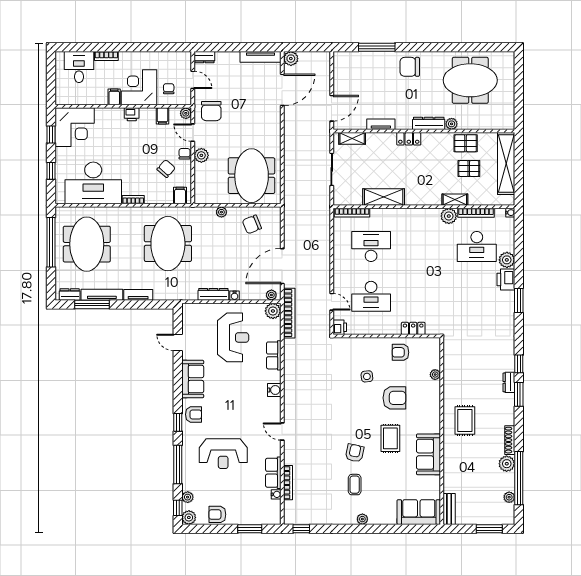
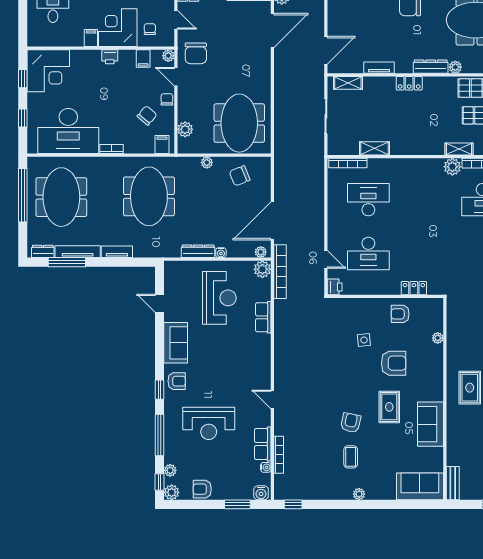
plant: (201, 155) -> (185, 129), moved
shelving: (384, 197) -> (375, 148), width x0.67, depth x0.75
water cooler: (274, 390) -> (261, 493), moved, turned 90

